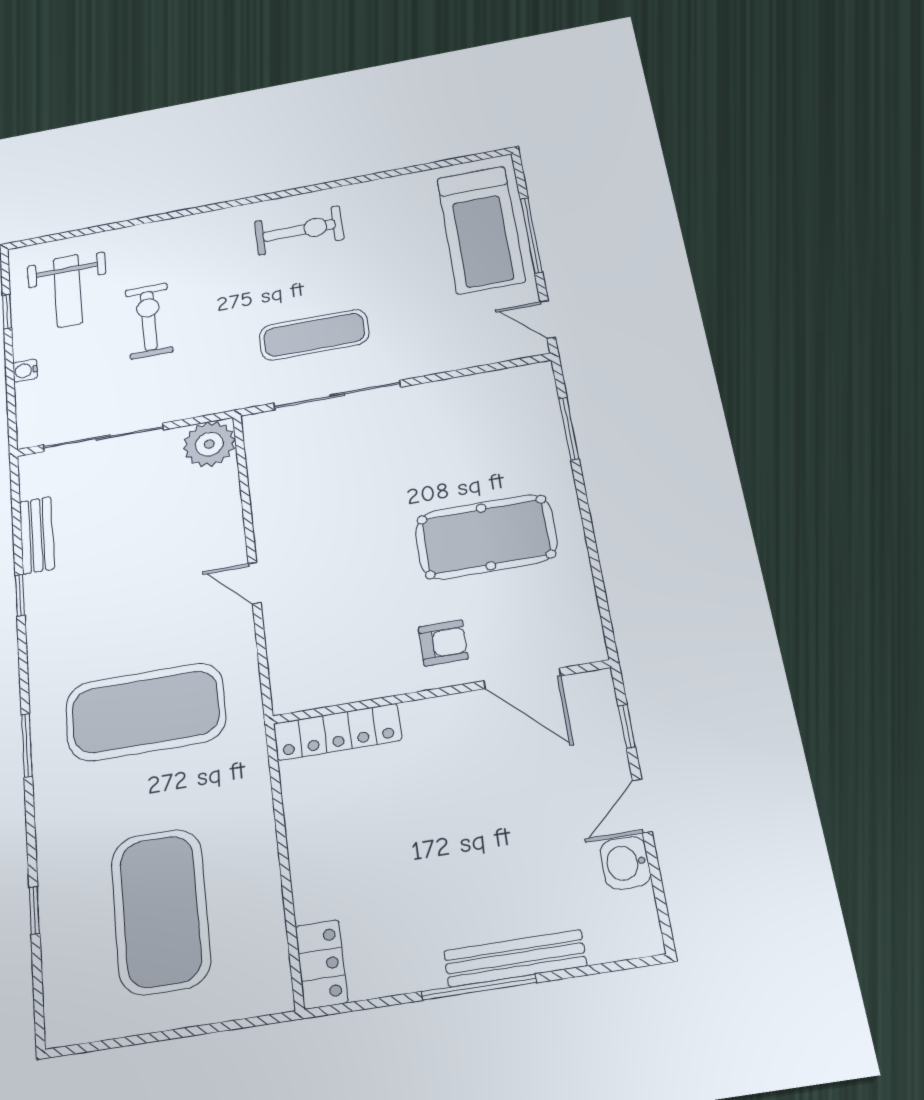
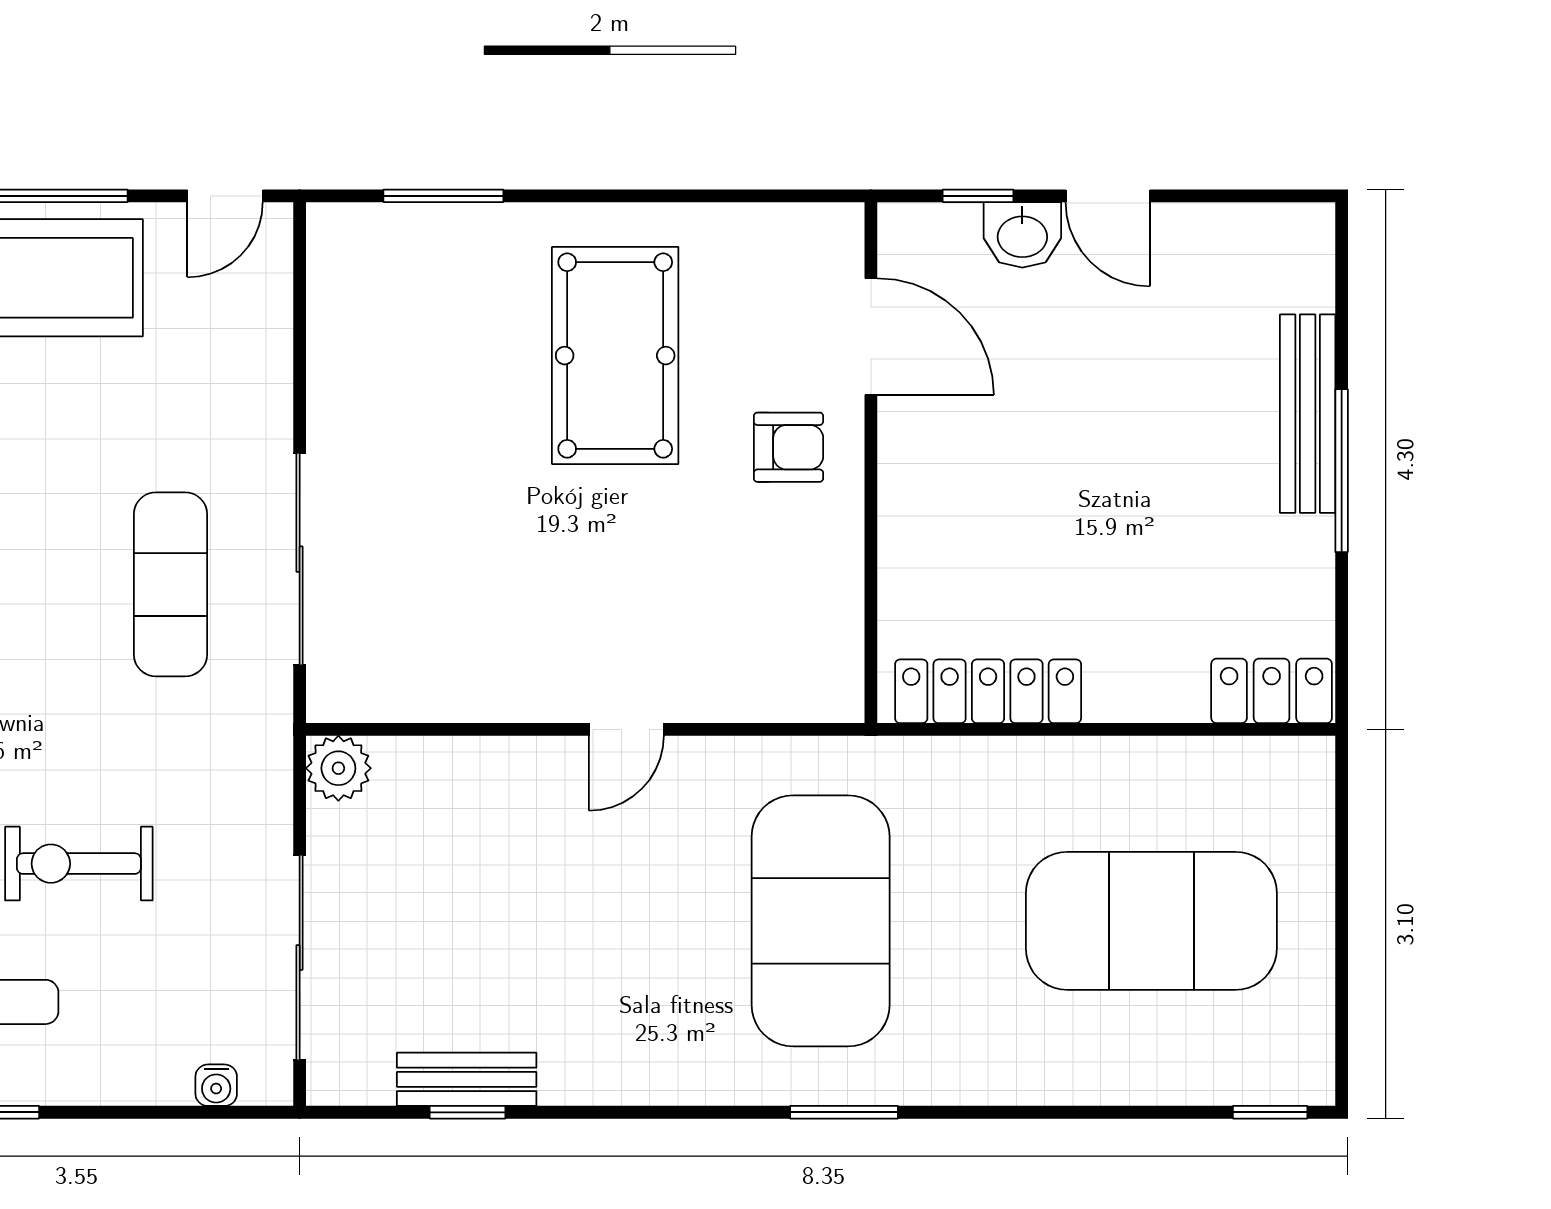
water cooler: (25, 371) -> (216, 1085), moved
plant: (209, 444) -> (338, 768), width x0.73, depth x0.73
window: (20, 595) -> (468, 1112), moved
armchair: (443, 643) -> (788, 447), turned 90
door: (522, 678) -> (871, 337), hinge flipped
locker: (337, 732) -> (988, 691), moved, turned -90
washbasin: (625, 863) -> (1022, 235), moved
window: (34, 910) -> (1270, 1112), moved

